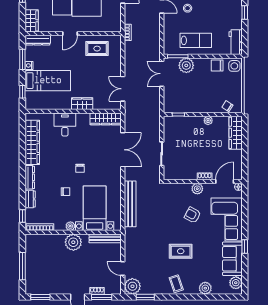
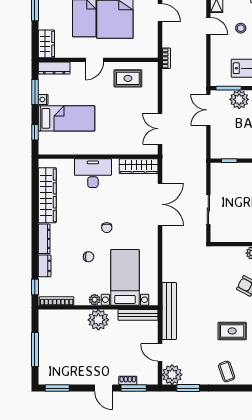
wardrobe: (82, 104) -> (109, 147), removed
desk: (65, 125) -> (93, 173), width x1.37
bench: (130, 204) -> (169, 311), moved

